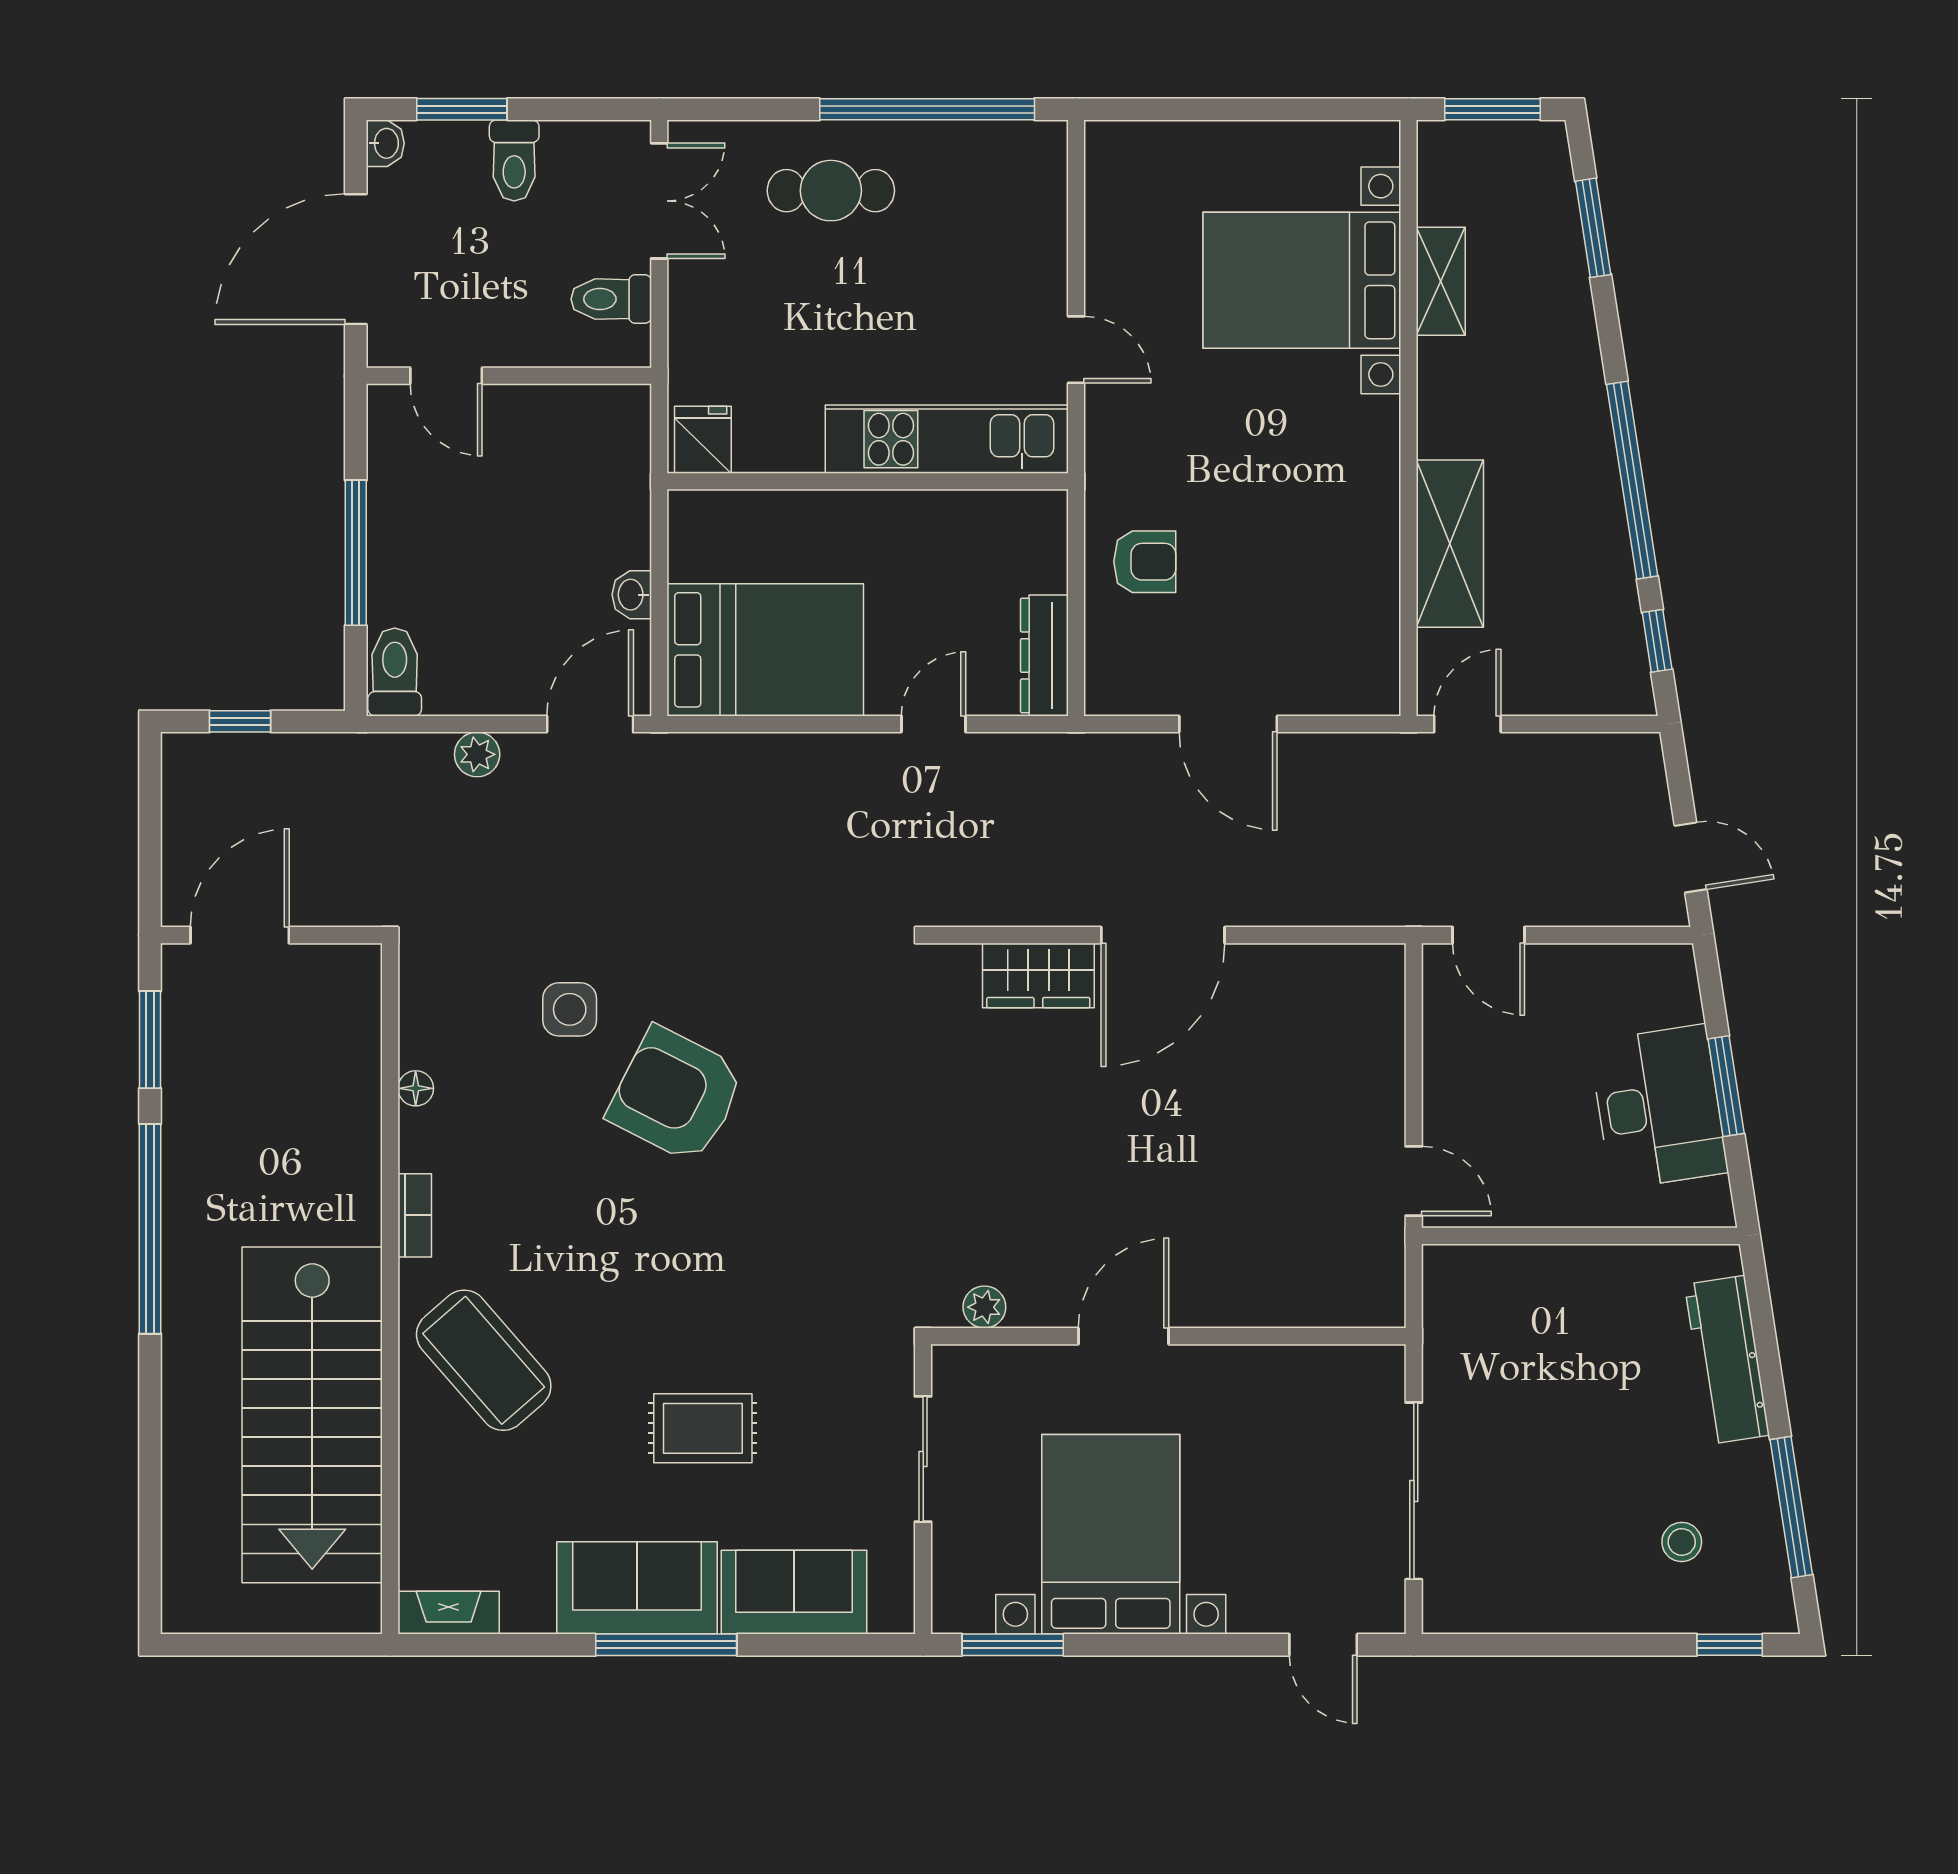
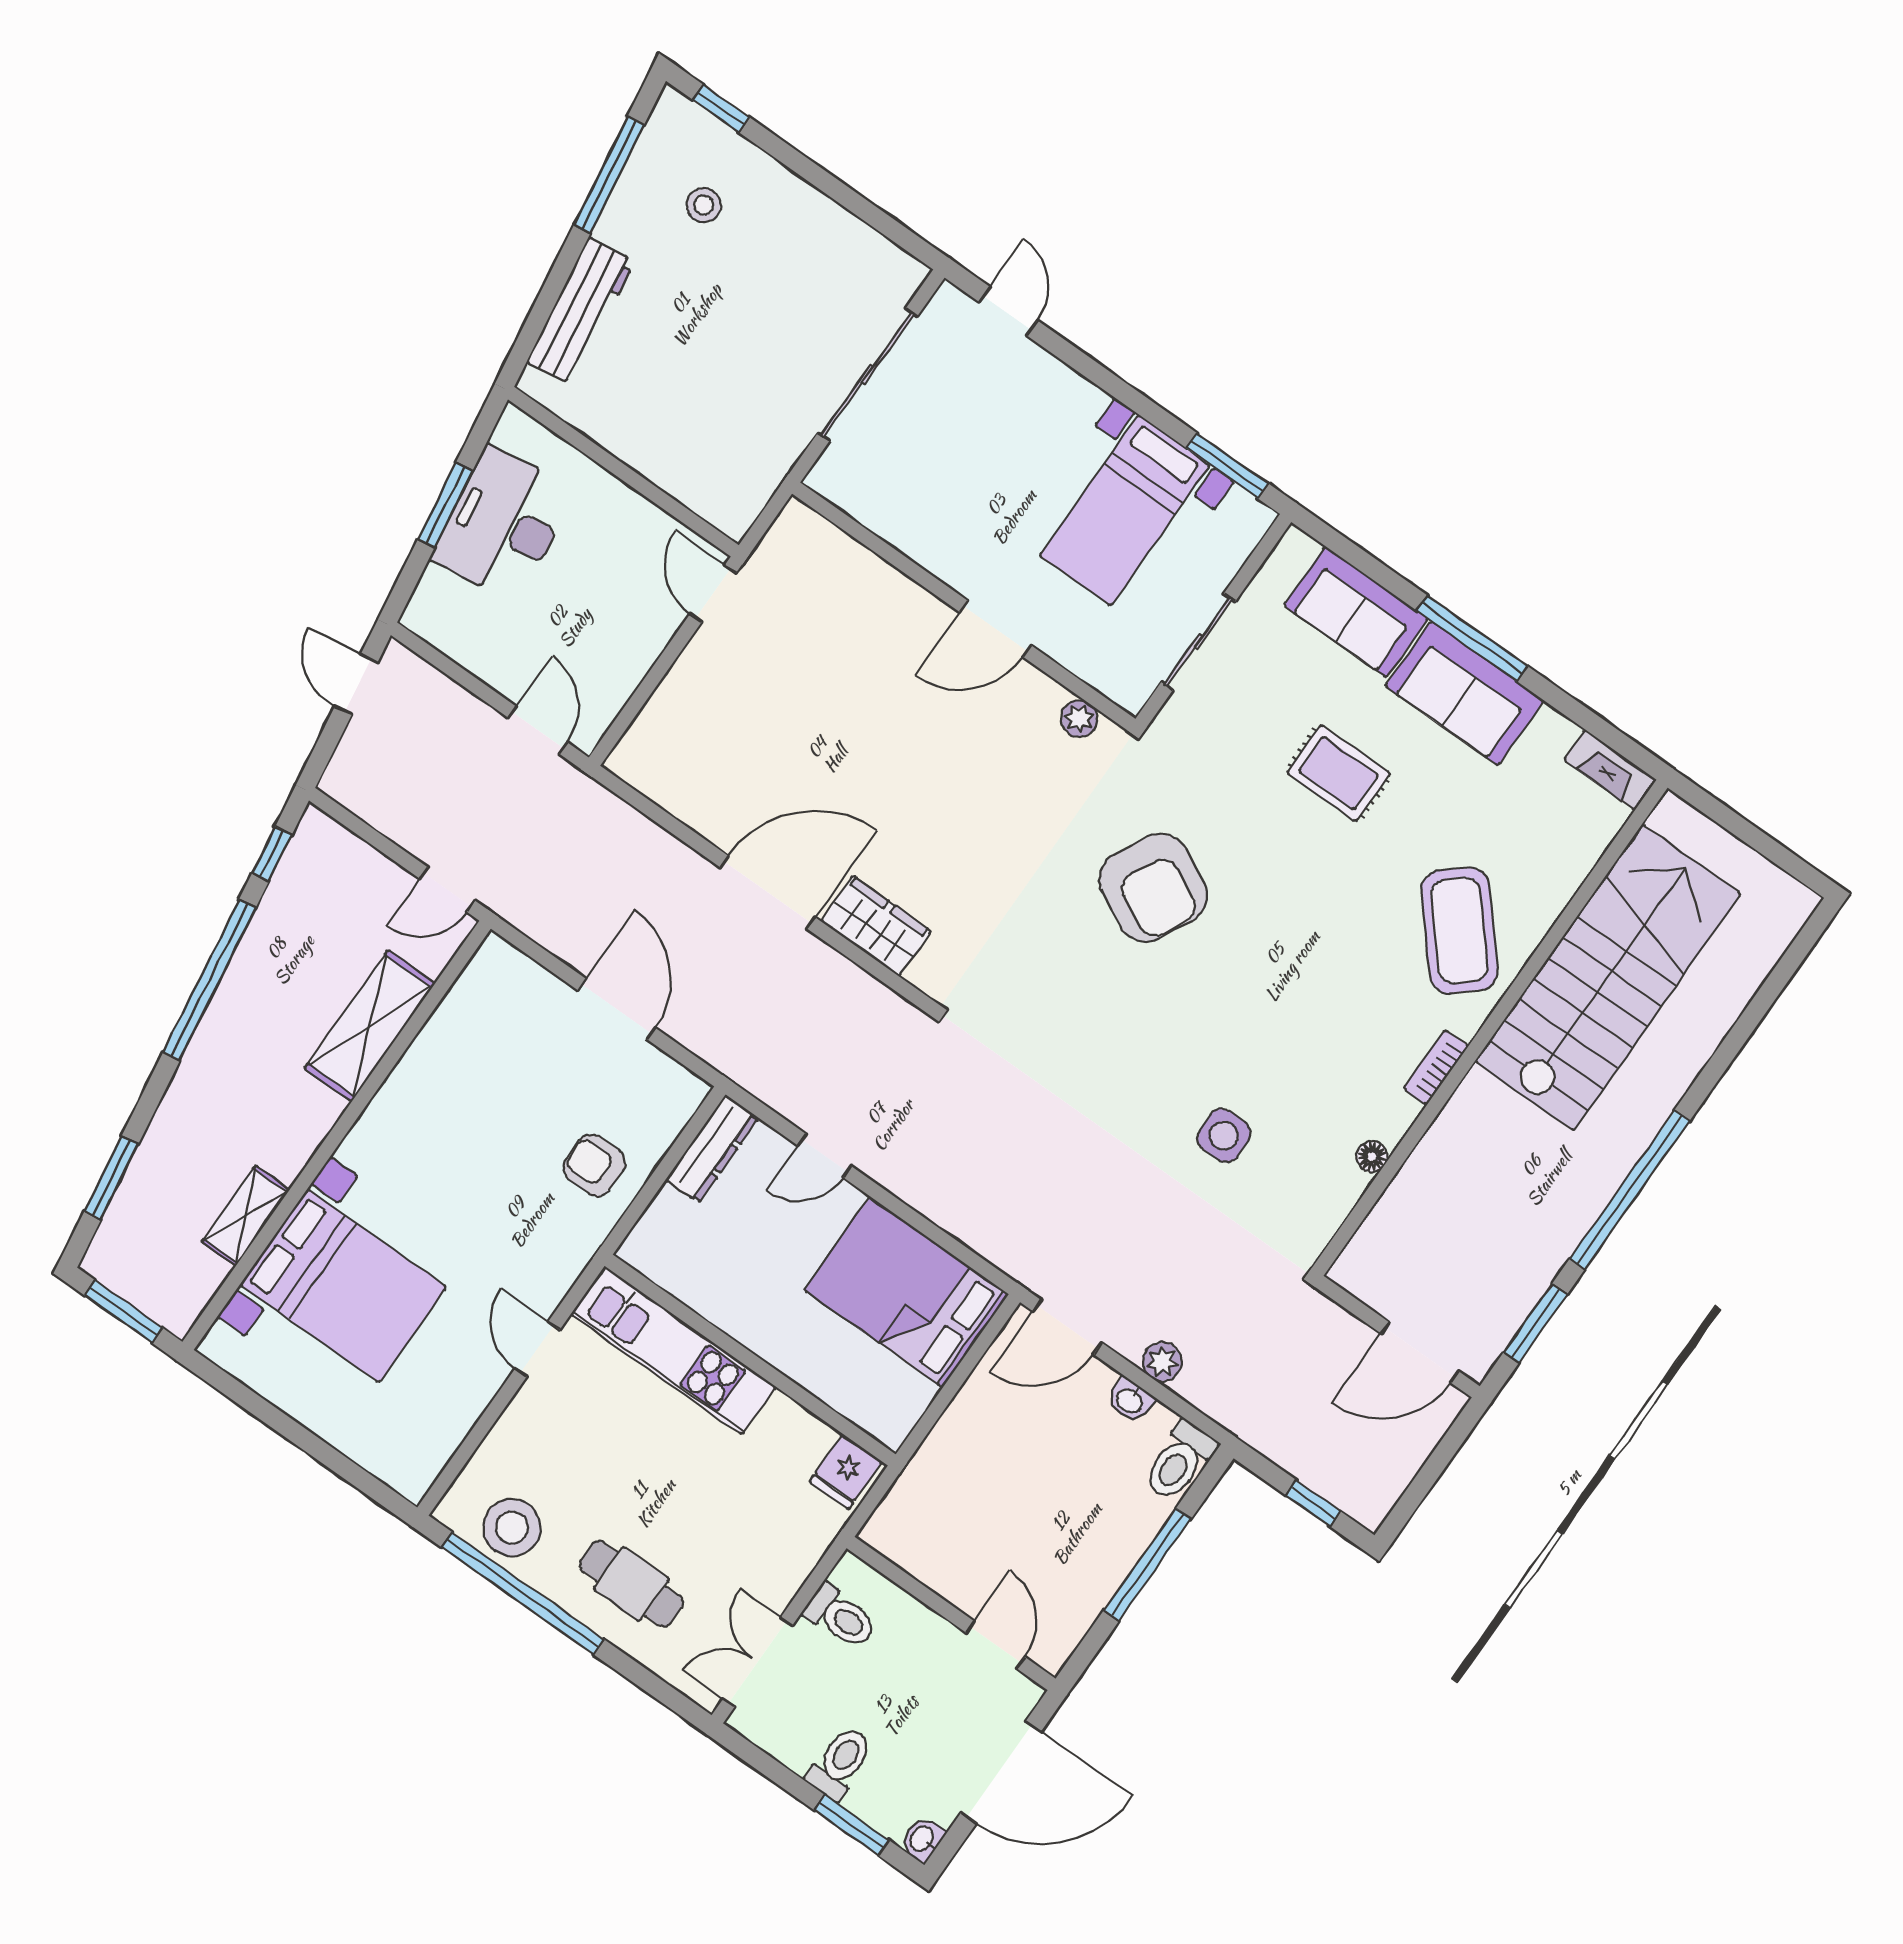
stool: (981, 164) -> (512, 1528), added
washbasin: (632, 595) -> (1130, 1400), moved, turned 90
armchair: (676, 1095) -> (1153, 888), moved
bed with nightstands: (1111, 1534) -> (1125, 510), width x0.73

